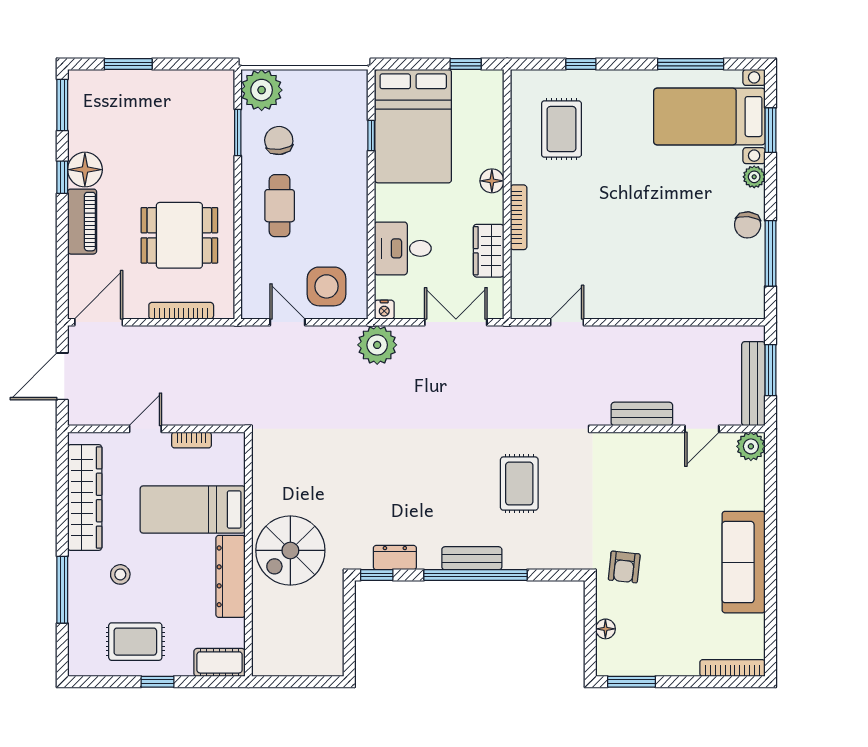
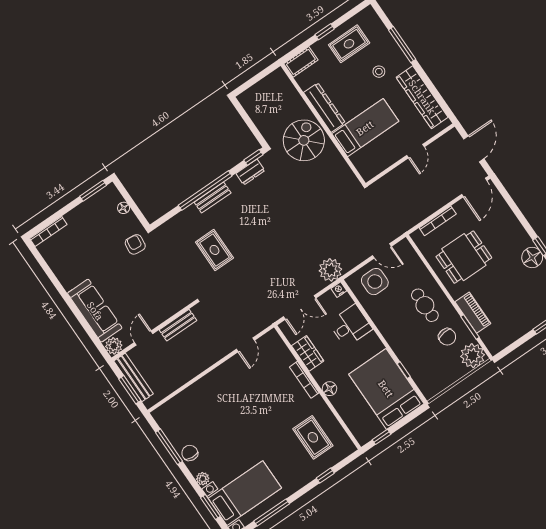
piano: (82, 222) -> (473, 313), moved, turned 180
bookcase: (191, 440) -> (389, 161), removed
sofa: (744, 562) -> (95, 311), moved

